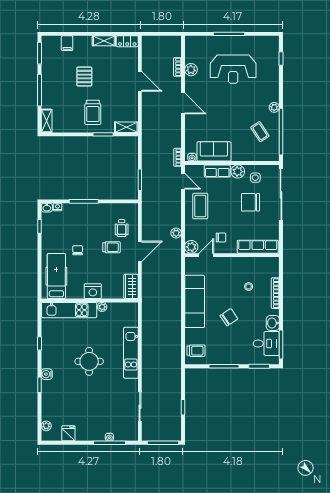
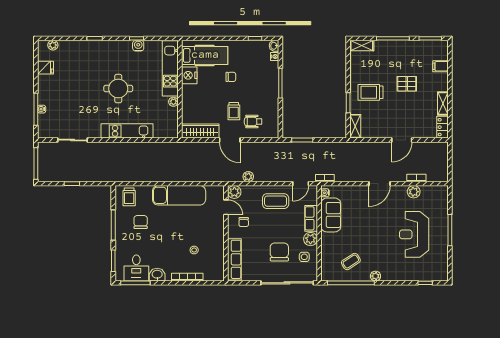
wardrobe: (131, 286) -> (200, 131), width x1.50
nightstand: (93, 291) -> (189, 75), moved
chair: (229, 317) -> (141, 222), moved, turned -146
water cooler: (47, 374) -> (138, 46), moved

